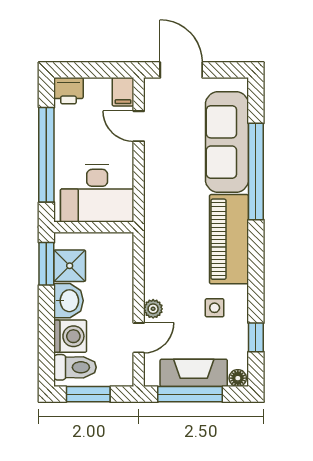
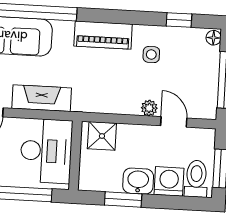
piano: (229, 239) -> (103, 35), width x0.73, depth x0.75
window: (46, 264) -> (123, 200), moved
shower: (70, 266) -> (102, 136), moved
fireplace: (194, 373) -> (42, 98), moved, turned 90

